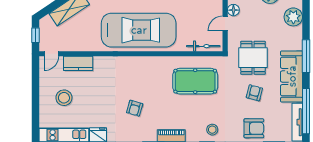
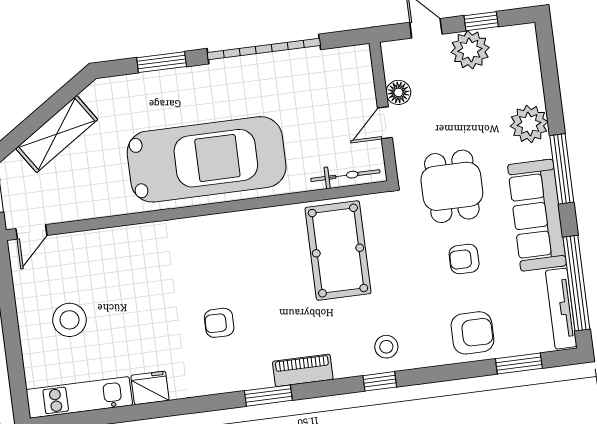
plant: (293, 17) -> (529, 124), moved
kitchen counter: (78, 63) -> (90, 245), removed
pool table: (195, 81) -> (338, 251), turned 90
armchair: (254, 93) -> (464, 259), turned -105
armchair: (135, 108) -> (219, 323), turned 74

